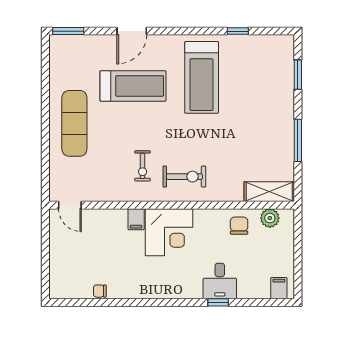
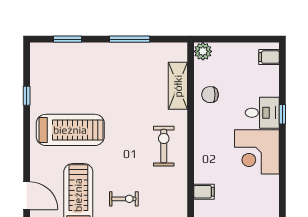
exercise bike: (143, 166) -> (124, 199), moved
shelving: (269, 192) -> (178, 86), moved
plant: (270, 218) -> (203, 51), moved
corner desk: (169, 232) -> (257, 152), moved, turned 180

